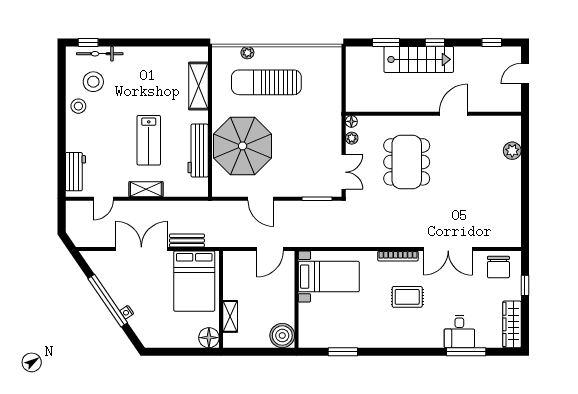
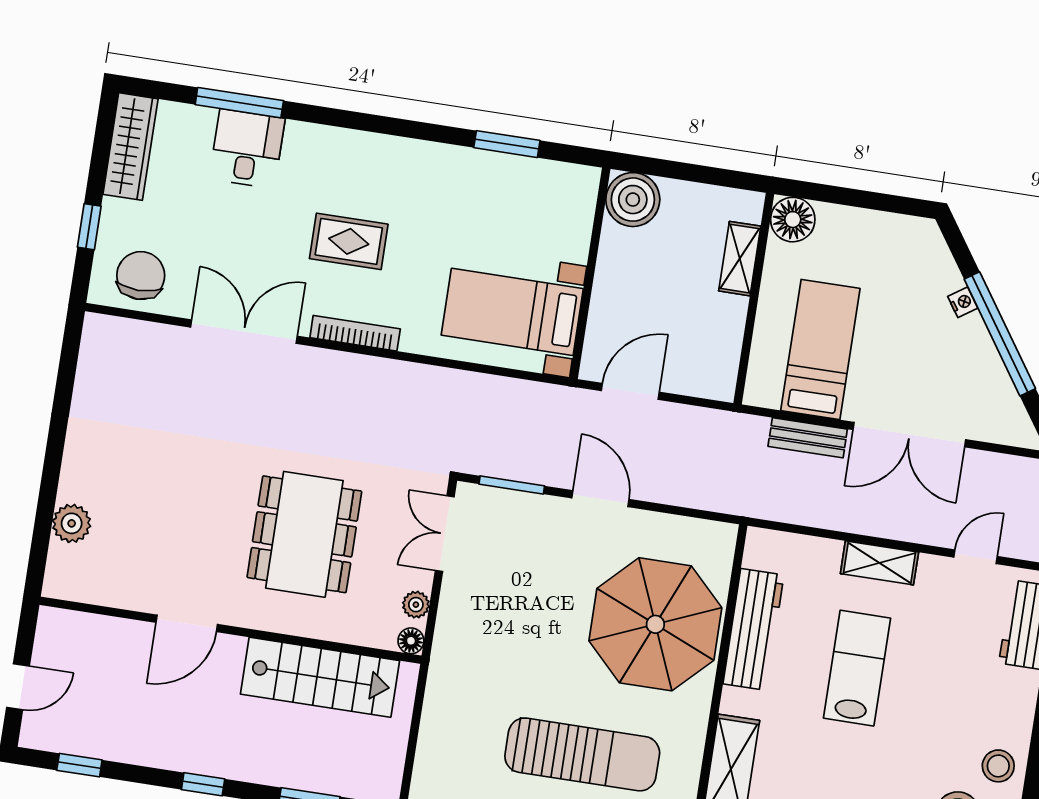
stairs: (419, 59) -> (320, 677), moved, turned 180
door: (261, 199) -> (600, 499), moved
bed: (194, 281) -> (820, 350), width x0.67

